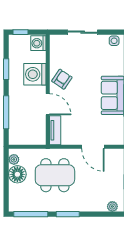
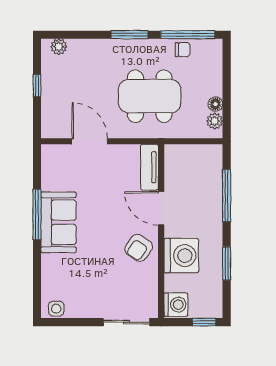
sliding door: (83, 32) -> (127, 322), moved
floor lamp: (17, 174) -> (215, 104), width x0.53, depth x0.53
chair: (34, 205) -> (183, 50), added

